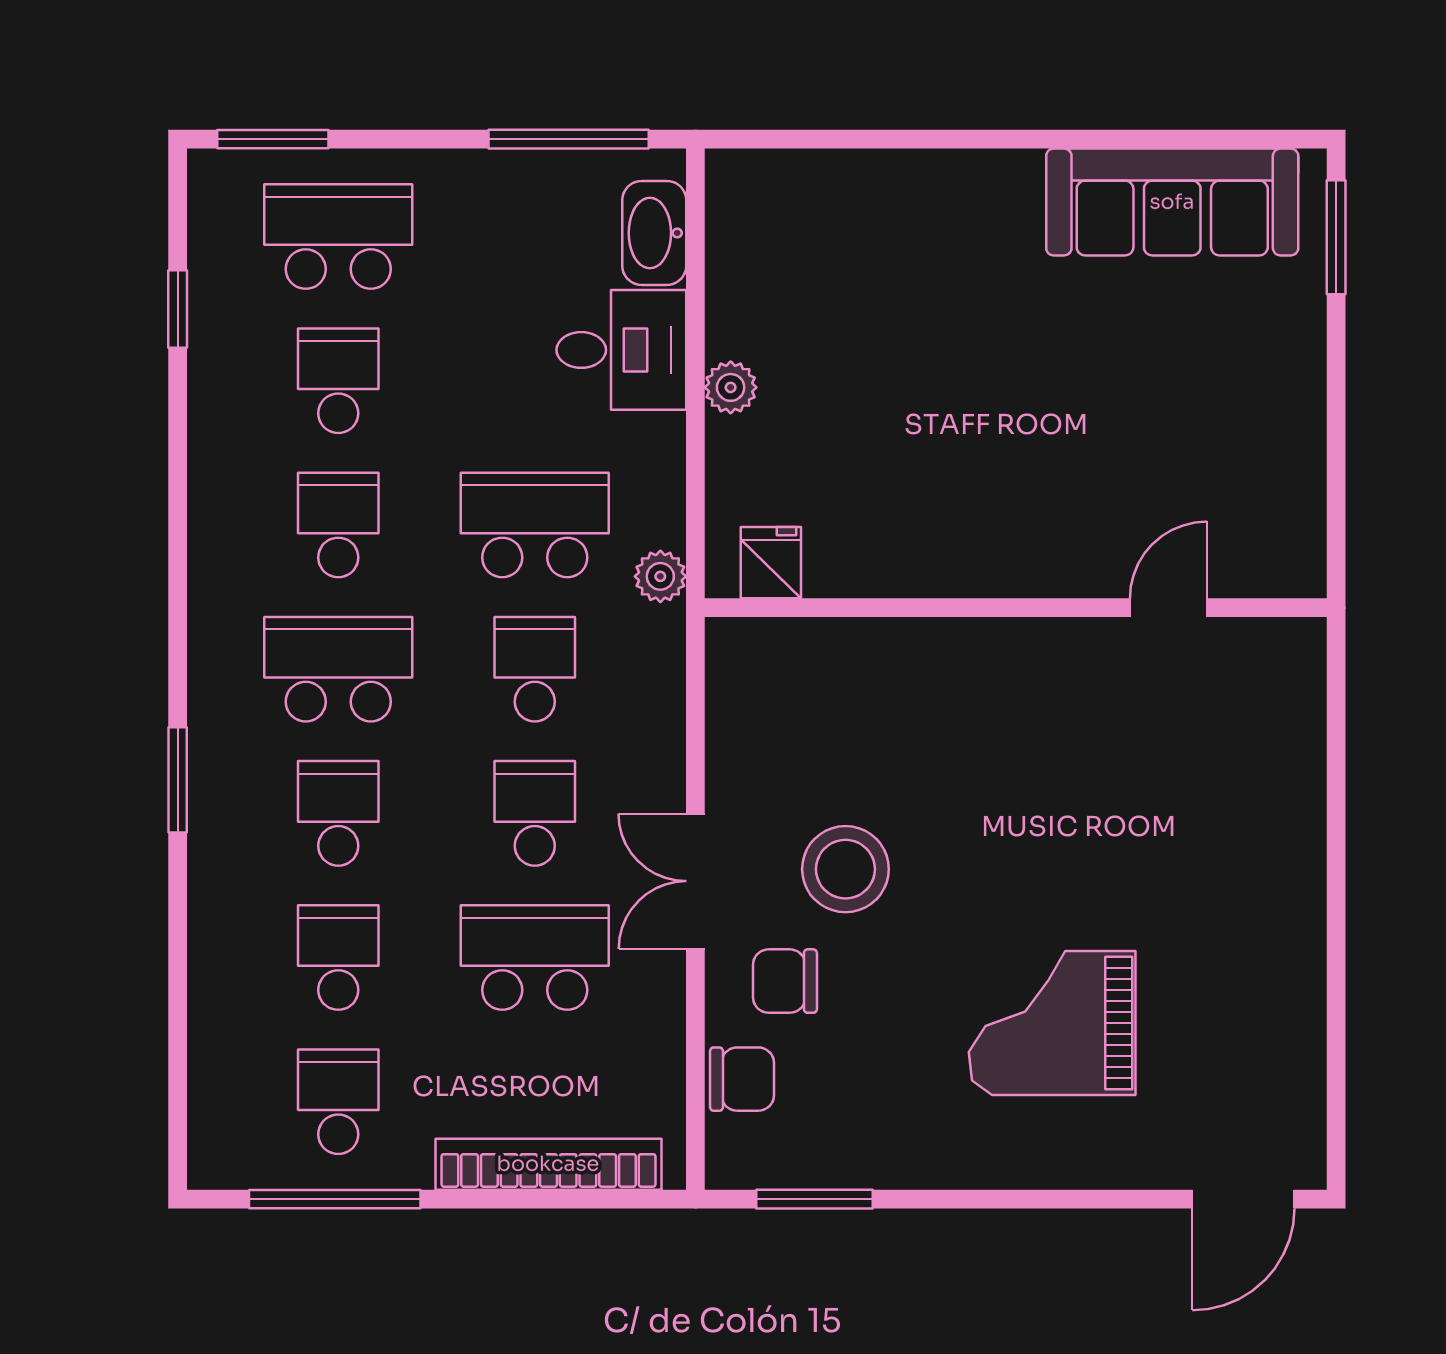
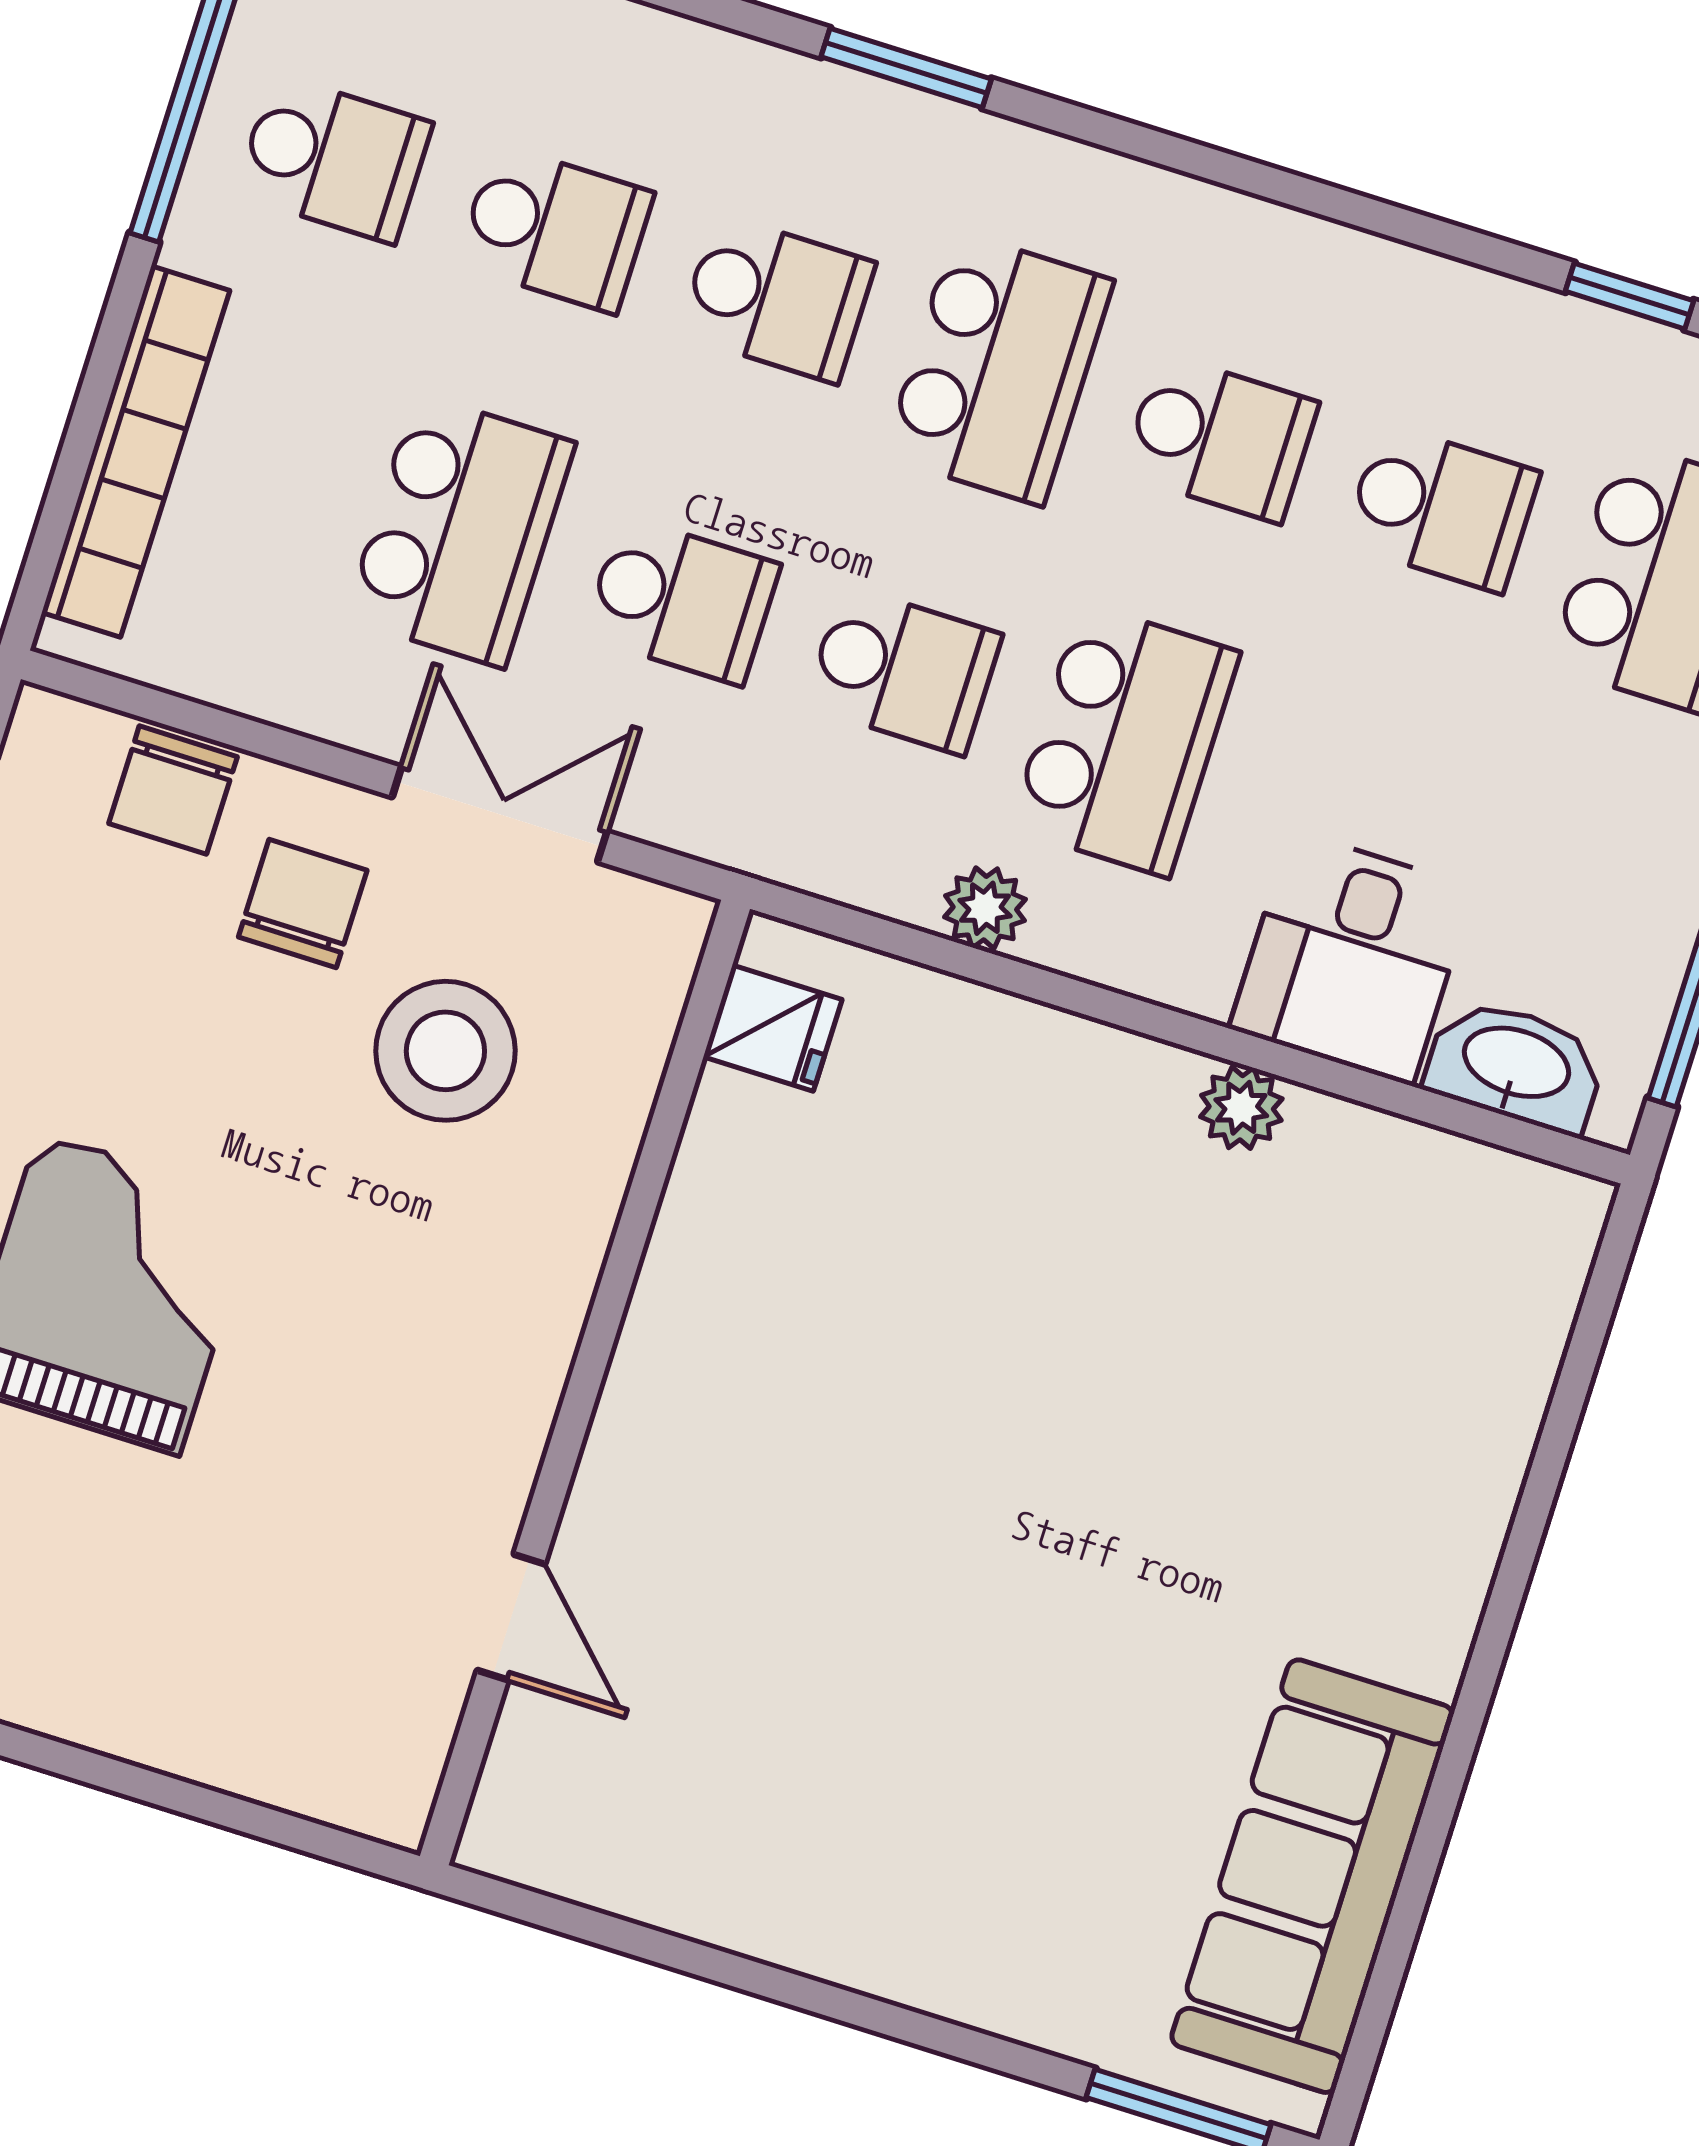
fridge: (771, 563) -> (773, 1028), moved
wall: (1016, 608) -> (585, 1383), moved
door: (1168, 608) -> (511, 1617), moved

